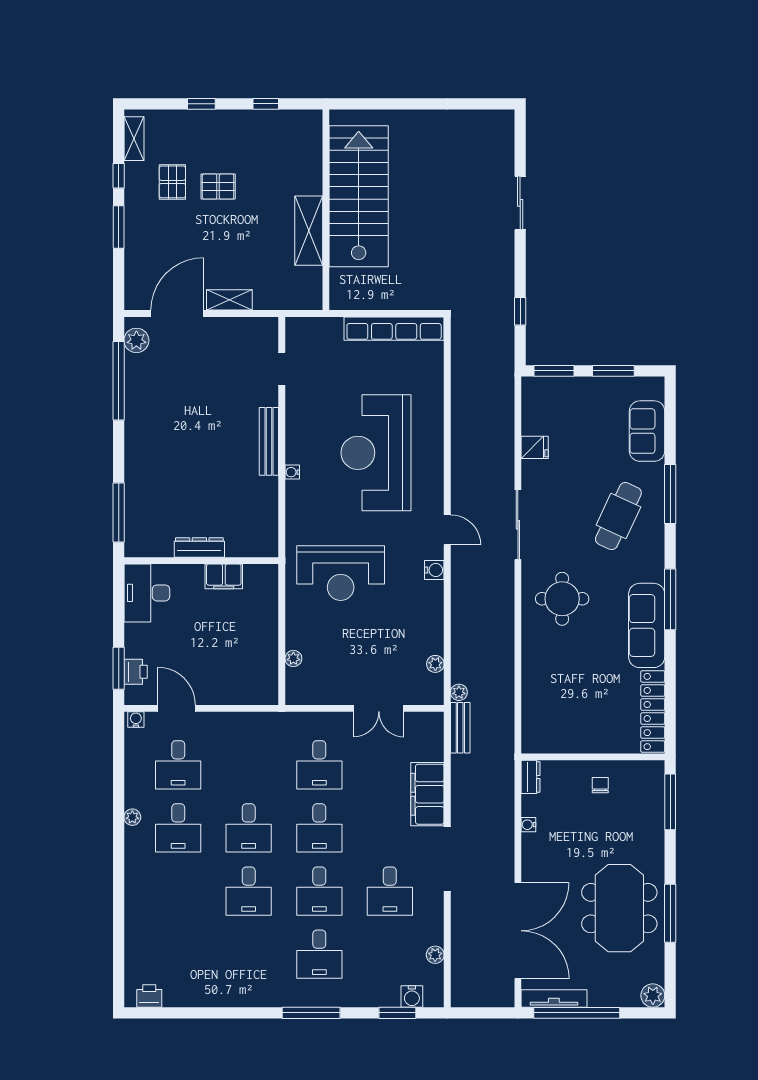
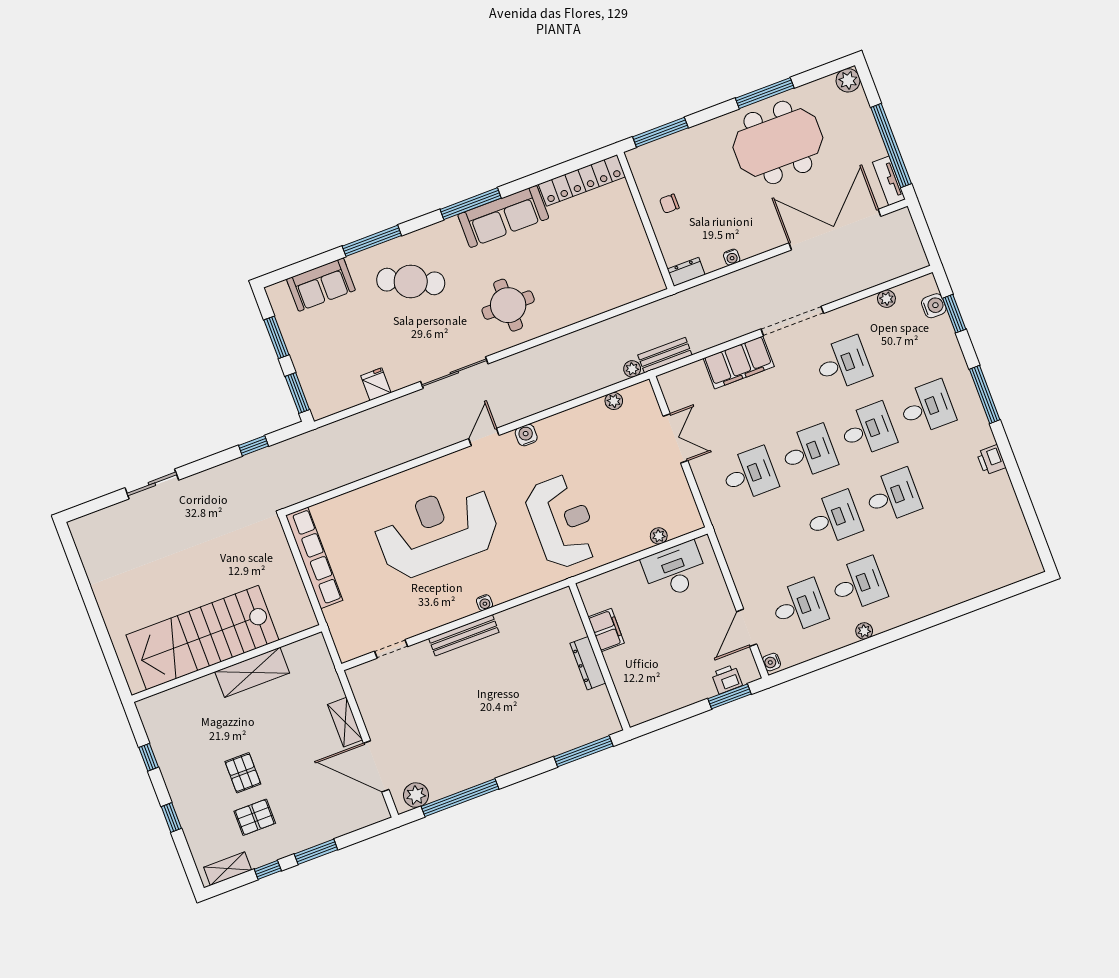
reception desk: (376, 453) -> (437, 531), turned 180
desk: (147, 593) -> (675, 570), moved, turned 180
printer: (149, 996) -> (991, 460), moved
tv unit: (554, 998) -> (889, 181), width x0.71

